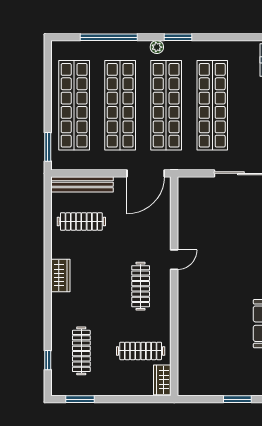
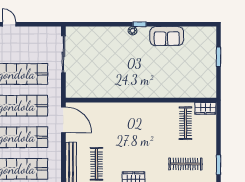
door: (174, 260) -> (123, 100), removed
clothes rail: (141, 286) -> (141, 123), removed

